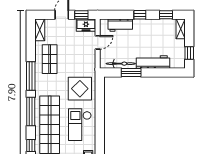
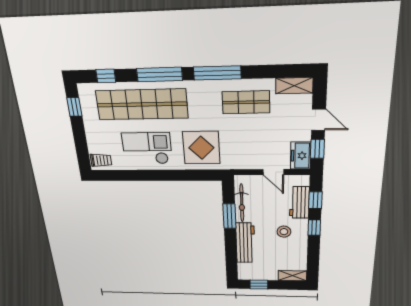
window: (166, 15) -> (315, 200), moved
stool: (143, 35) -> (284, 232), added

